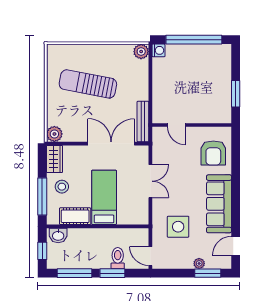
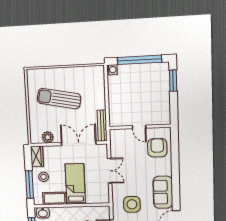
plant: (141, 52) -> (99, 71), removed
window: (236, 94) -> (173, 81), moved
door: (176, 125) -> (139, 127), moved
plant: (54, 134) -> (48, 137), moved
armchair: (213, 153) -> (157, 148), turned 180
sofa: (219, 204) -> (163, 192), width x0.73

